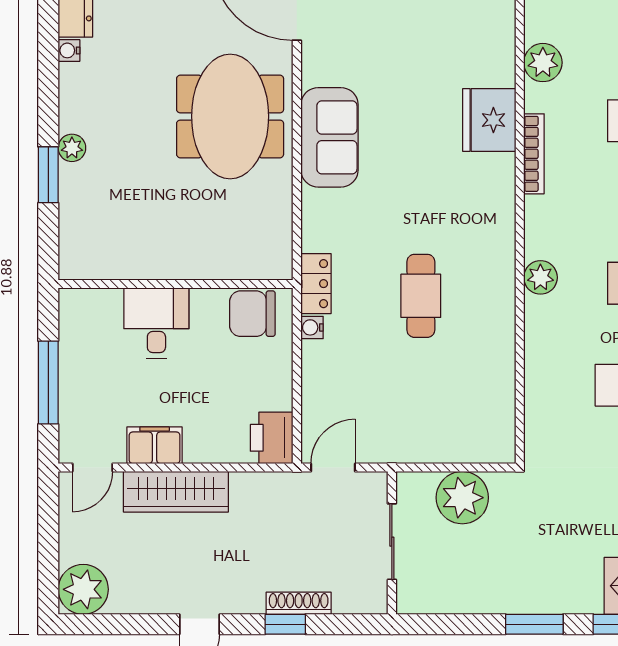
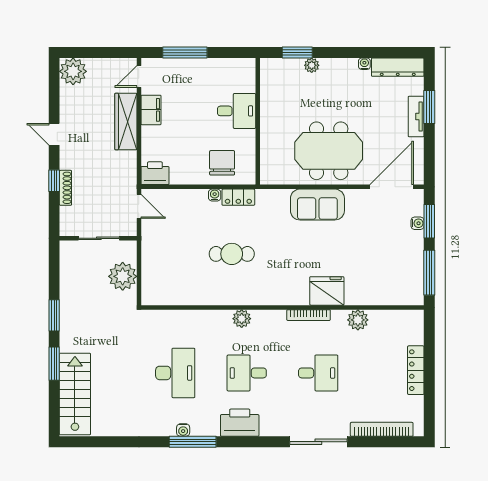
wall: (176, 284) -> (258, 121), moved
desk: (156, 323) -> (237, 111), moved
door: (93, 468) -> (139, 76), hinge flipped

